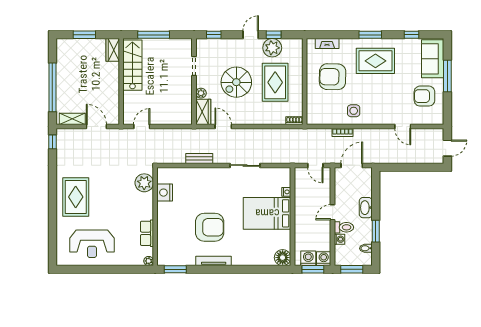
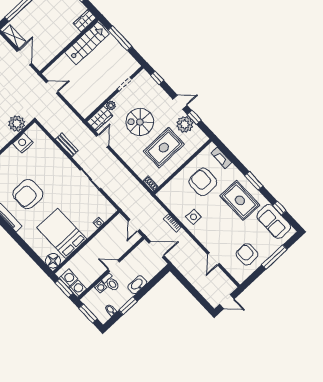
sofa: (433, 59) -> (274, 222), moved, turned -90
bed: (267, 213) -> (62, 233), moved
armchair: (210, 227) -> (28, 194), turned 90

